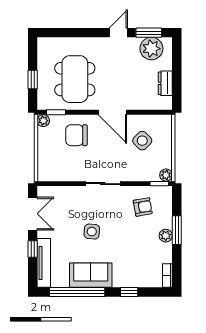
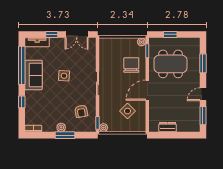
window: (74, 33) -> (203, 63), added
door: (118, 33) -> (203, 94), swing flipped
plant: (151, 49) -> (192, 117), removed
tv unit: (44, 263) -> (37, 42), width x0.71

